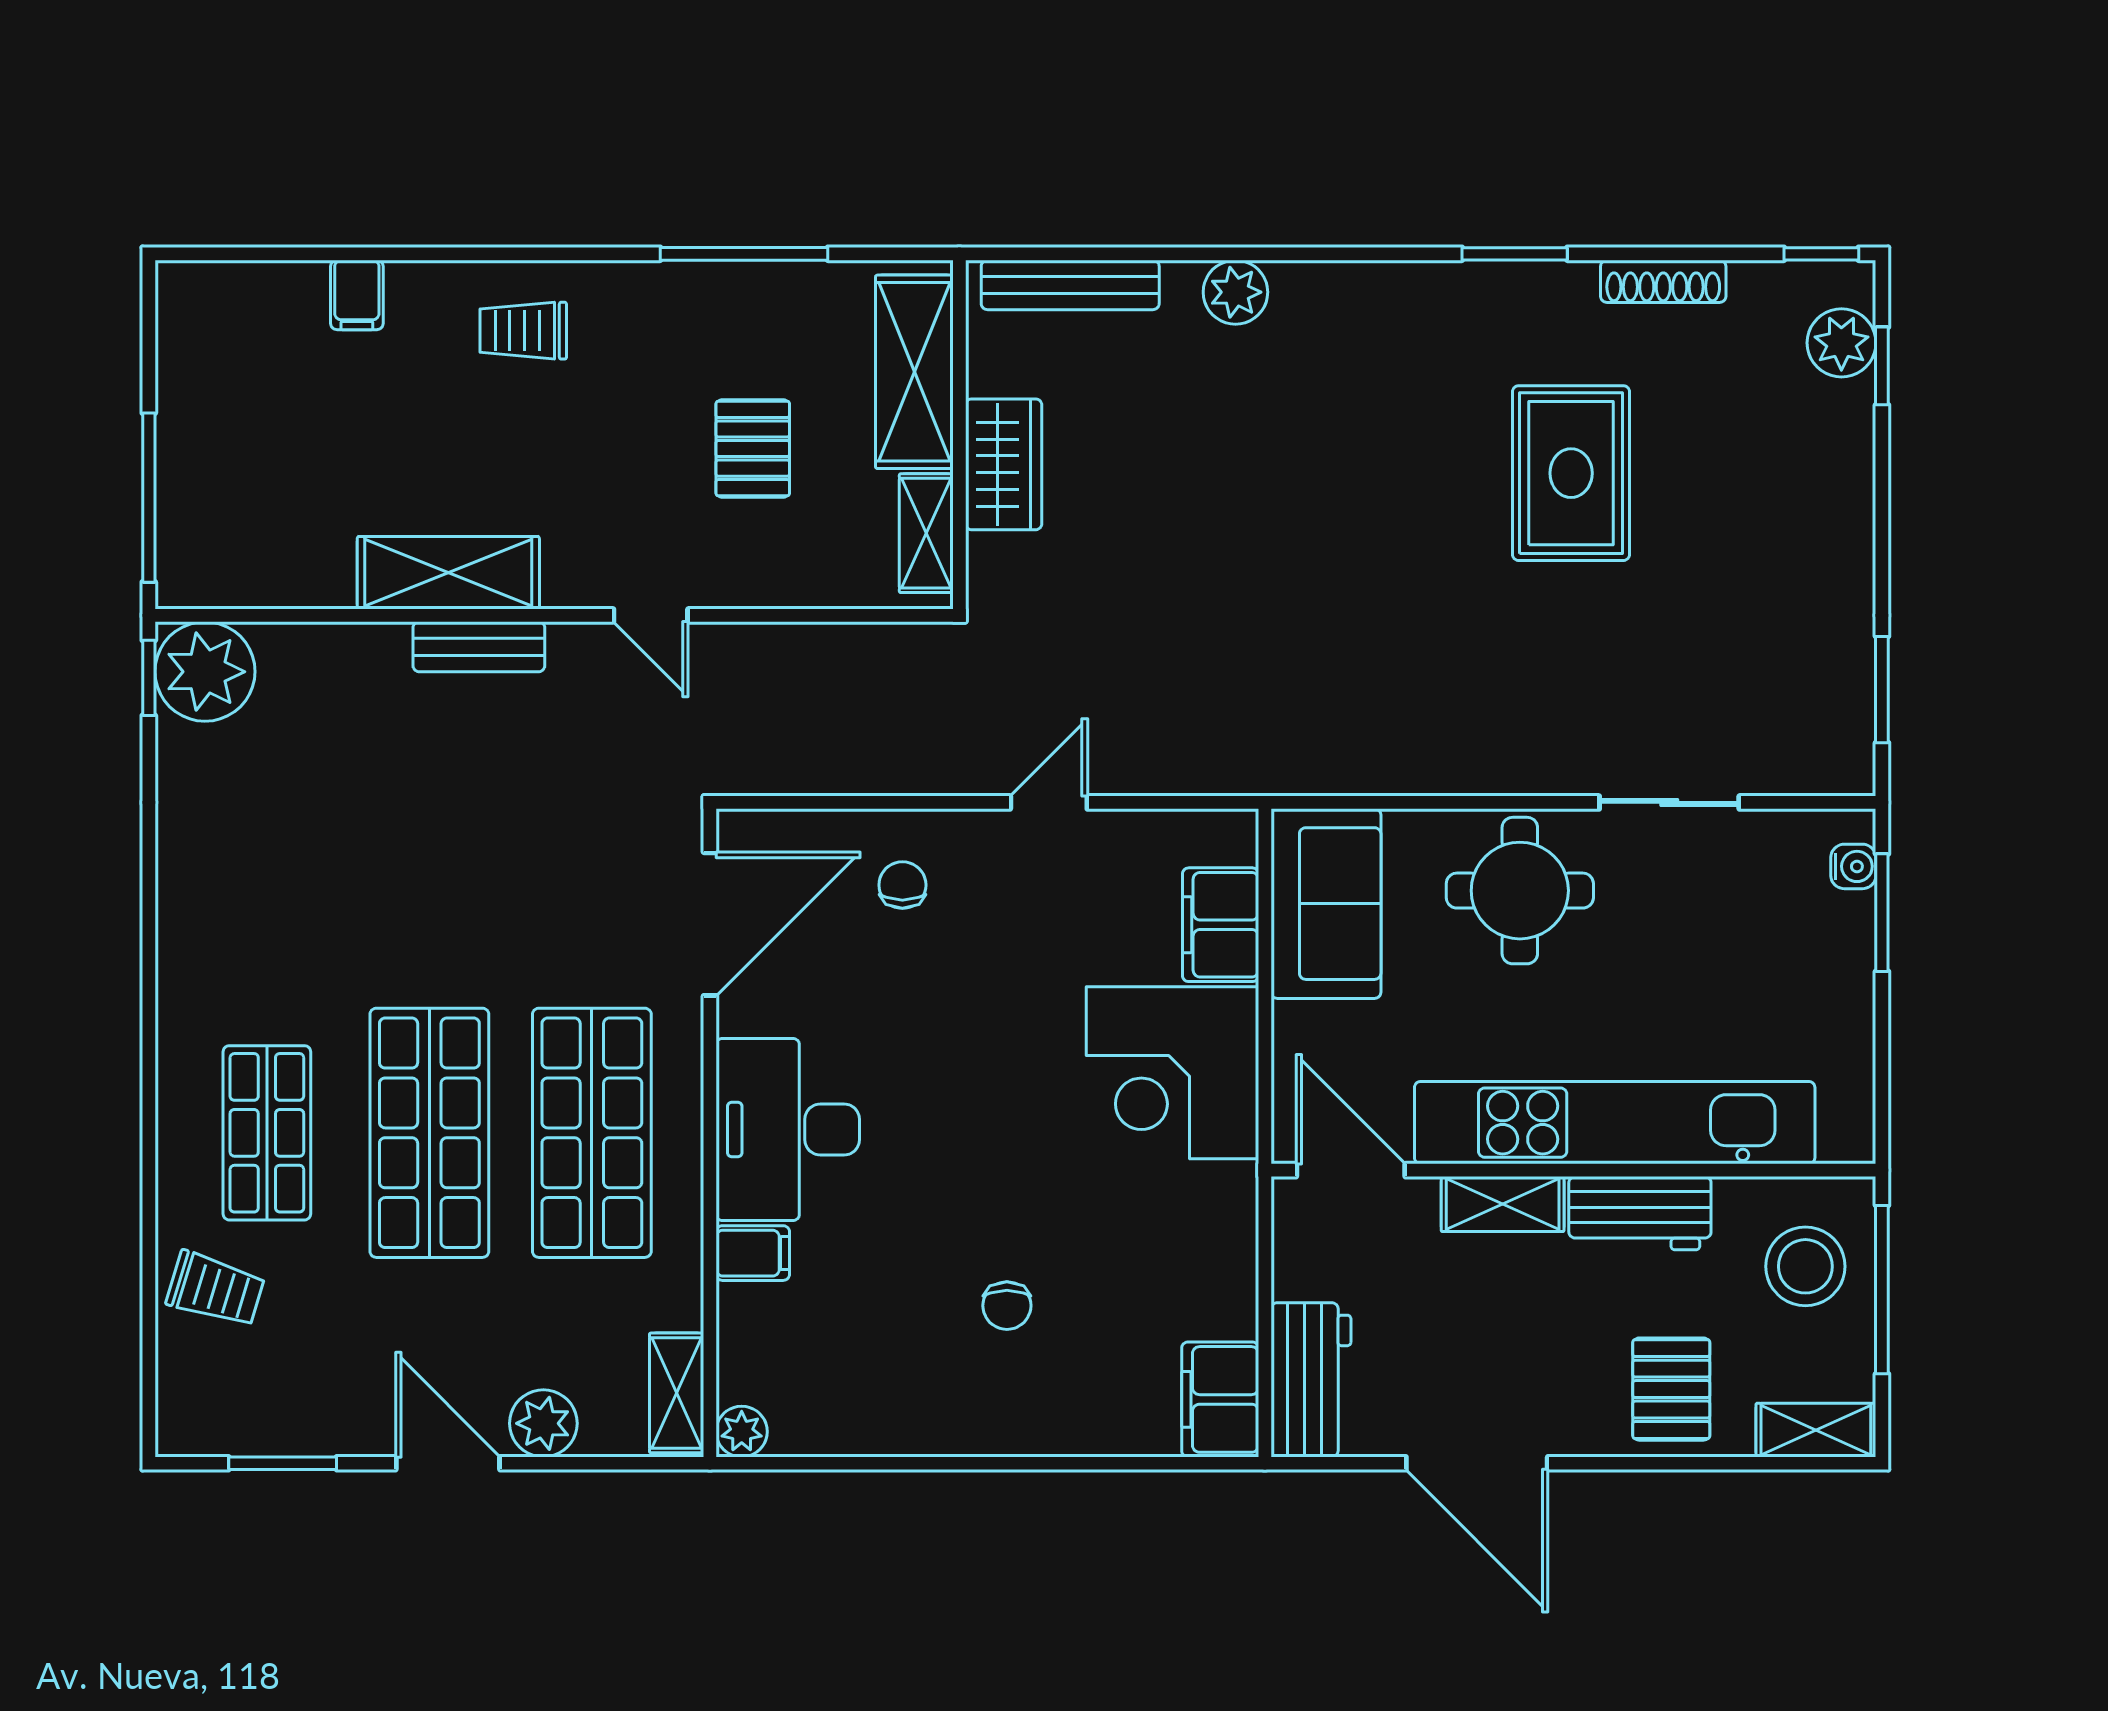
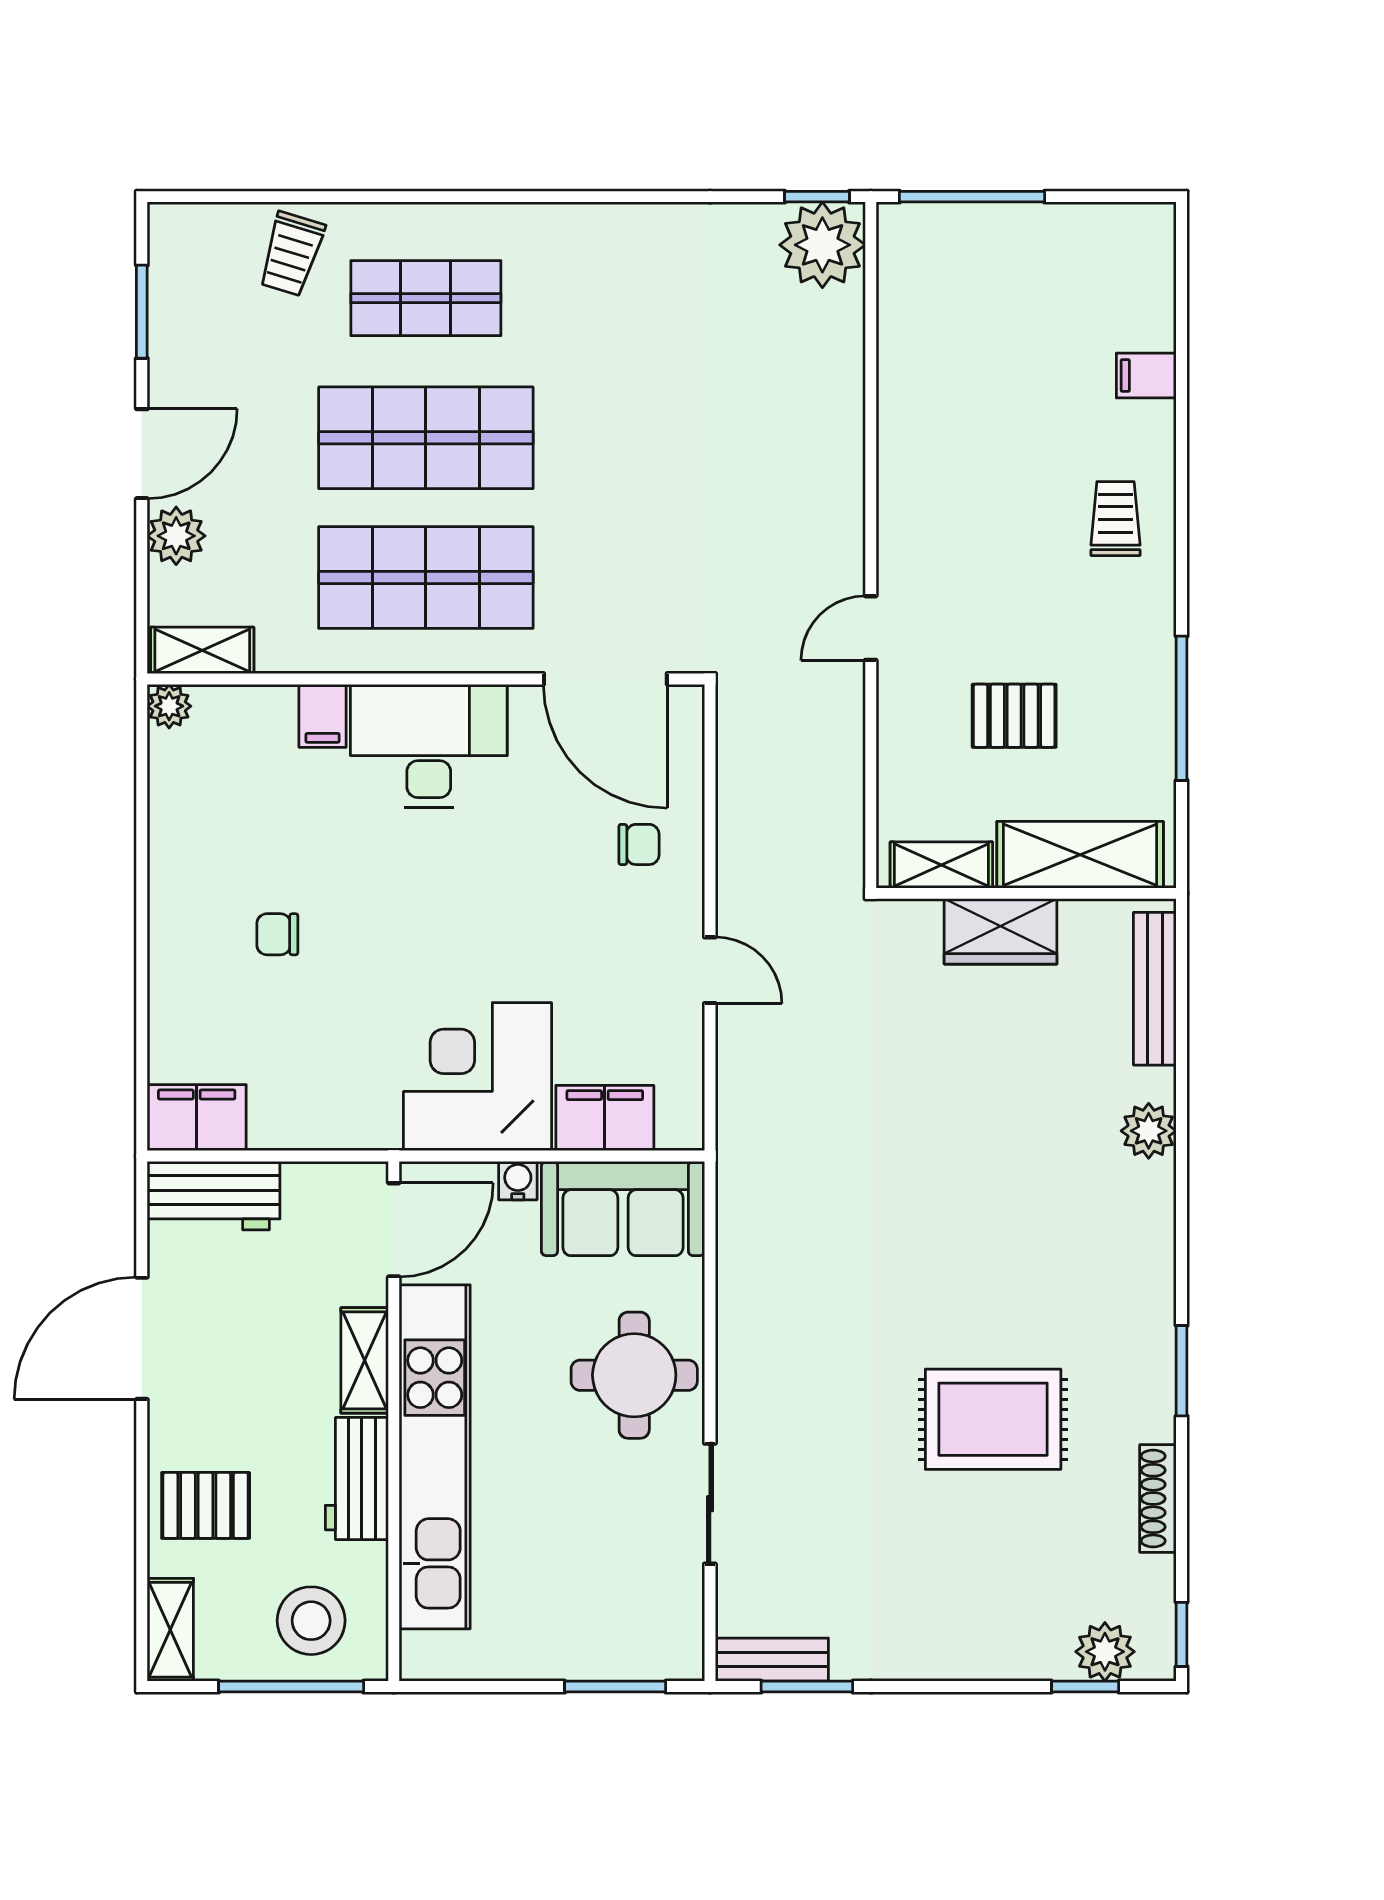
shelving: (448, 573) -> (907, 454), removed
bench: (479, 647) -> (772, 1660), moved, turned 90
water cooler: (1853, 866) -> (518, 1181), moved, turned 180

